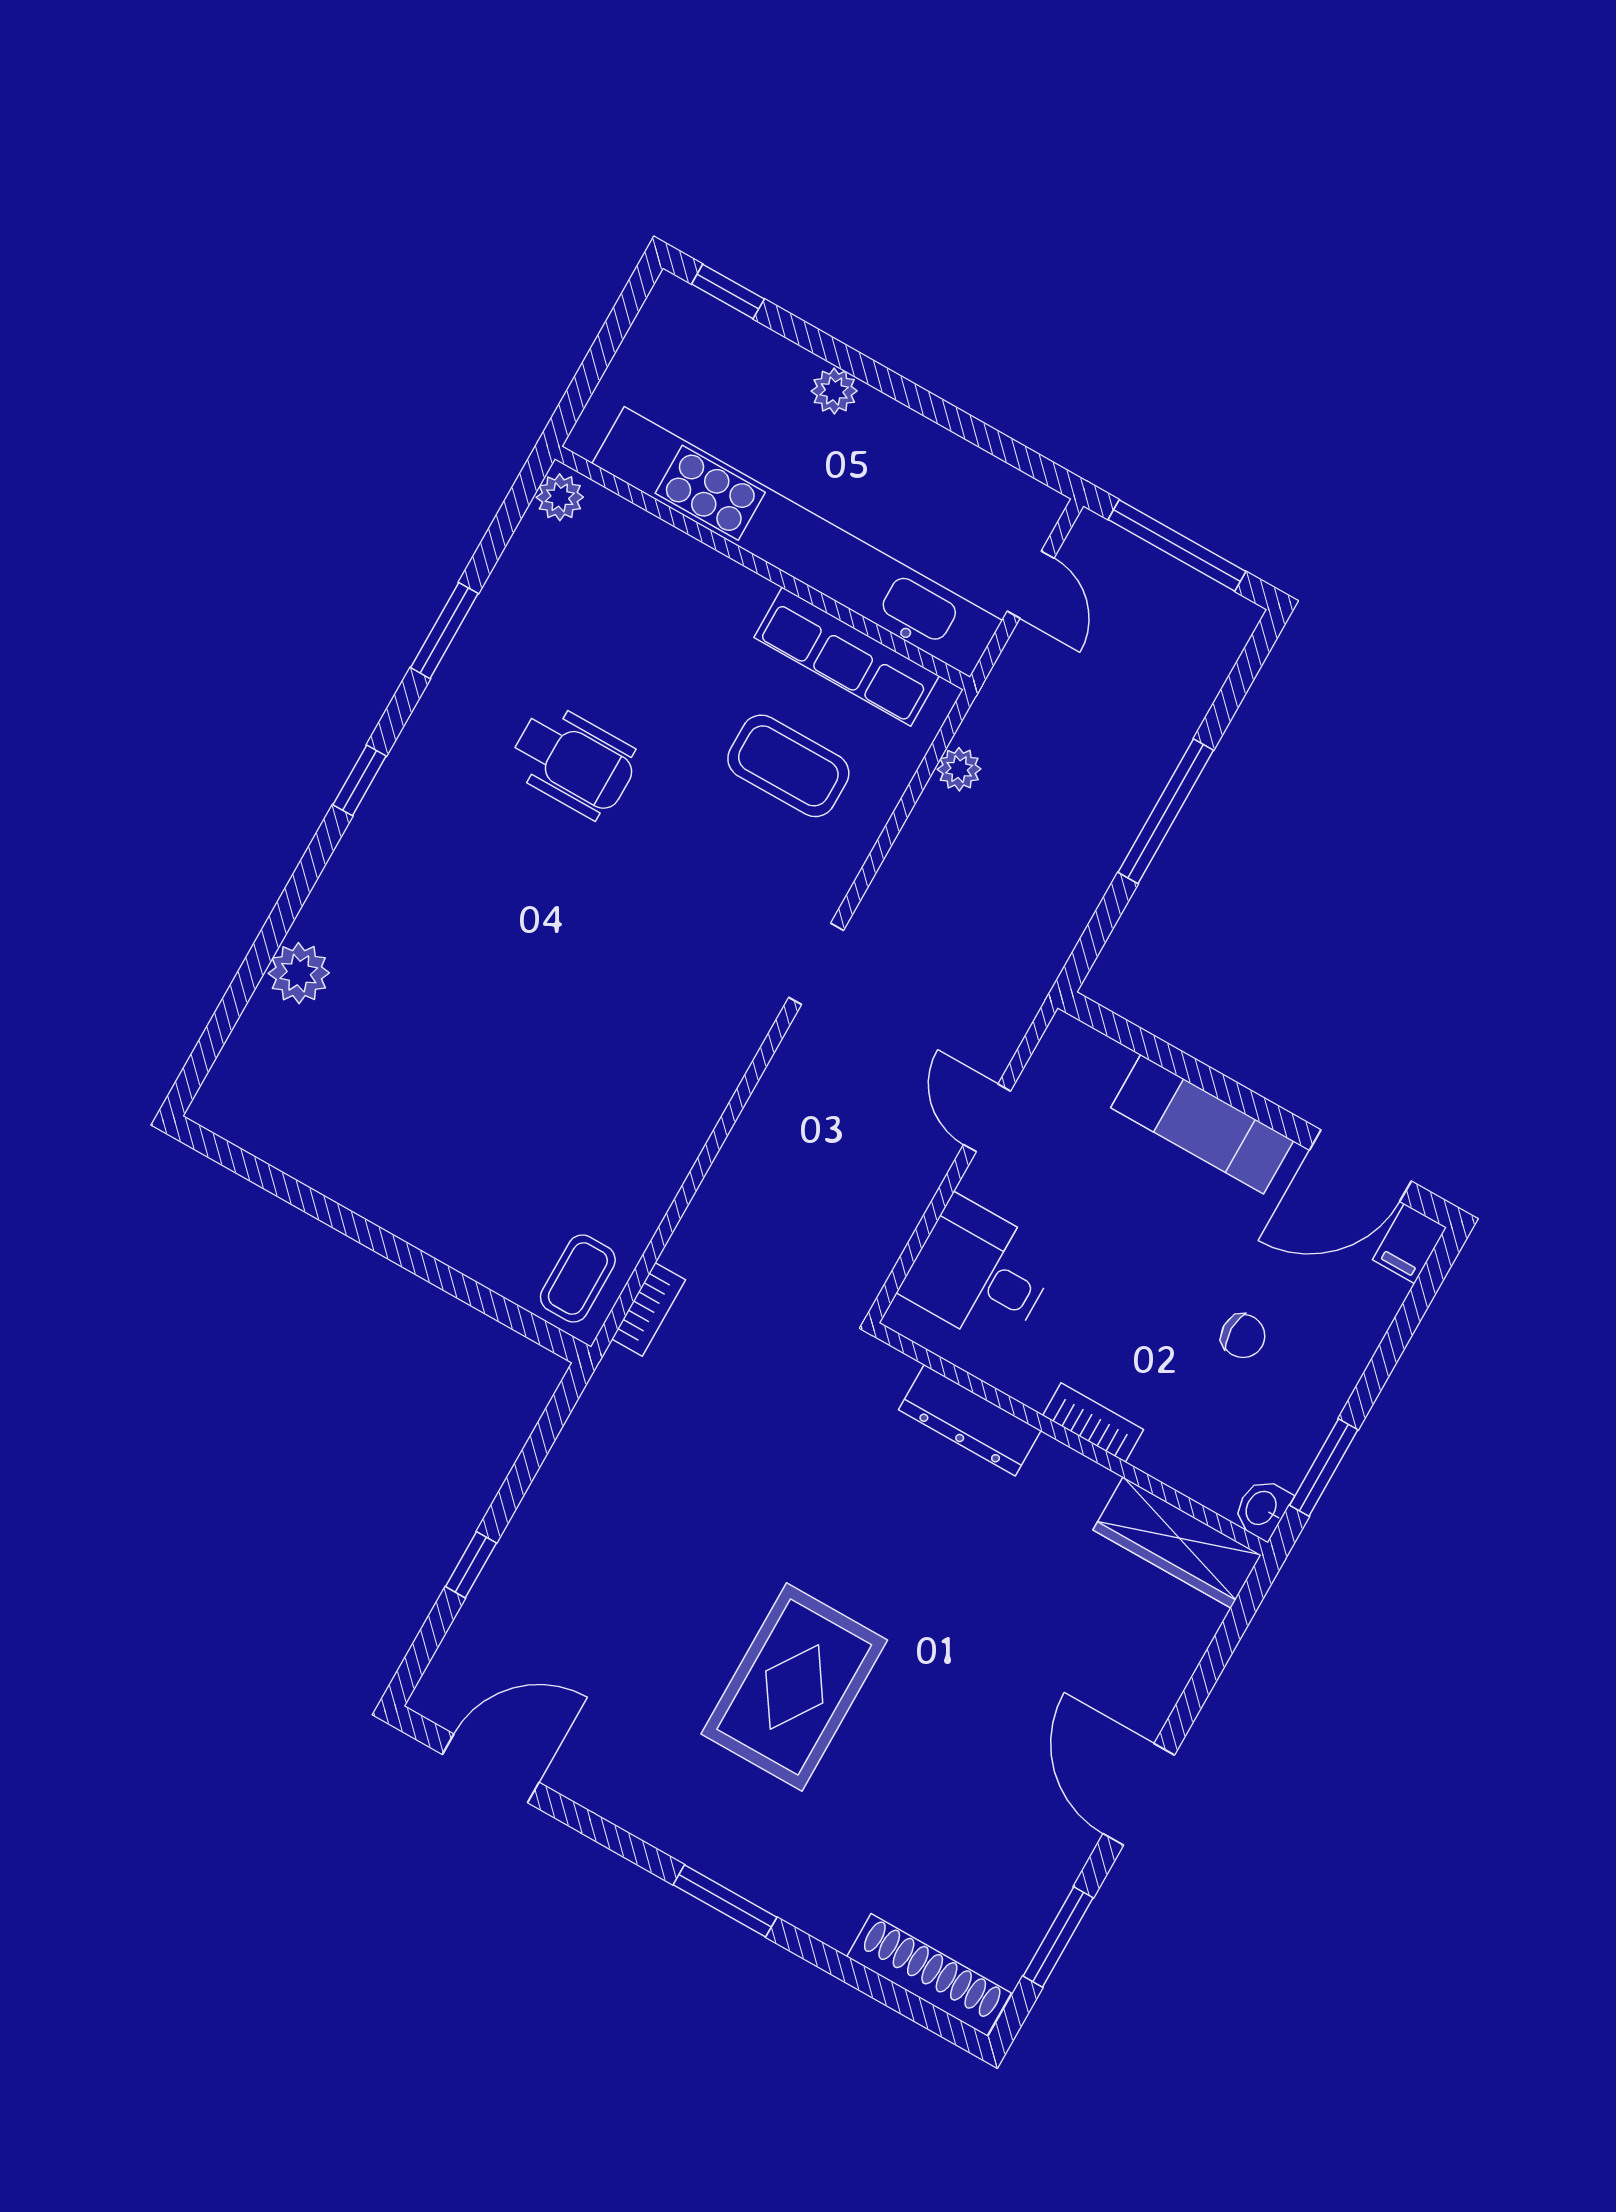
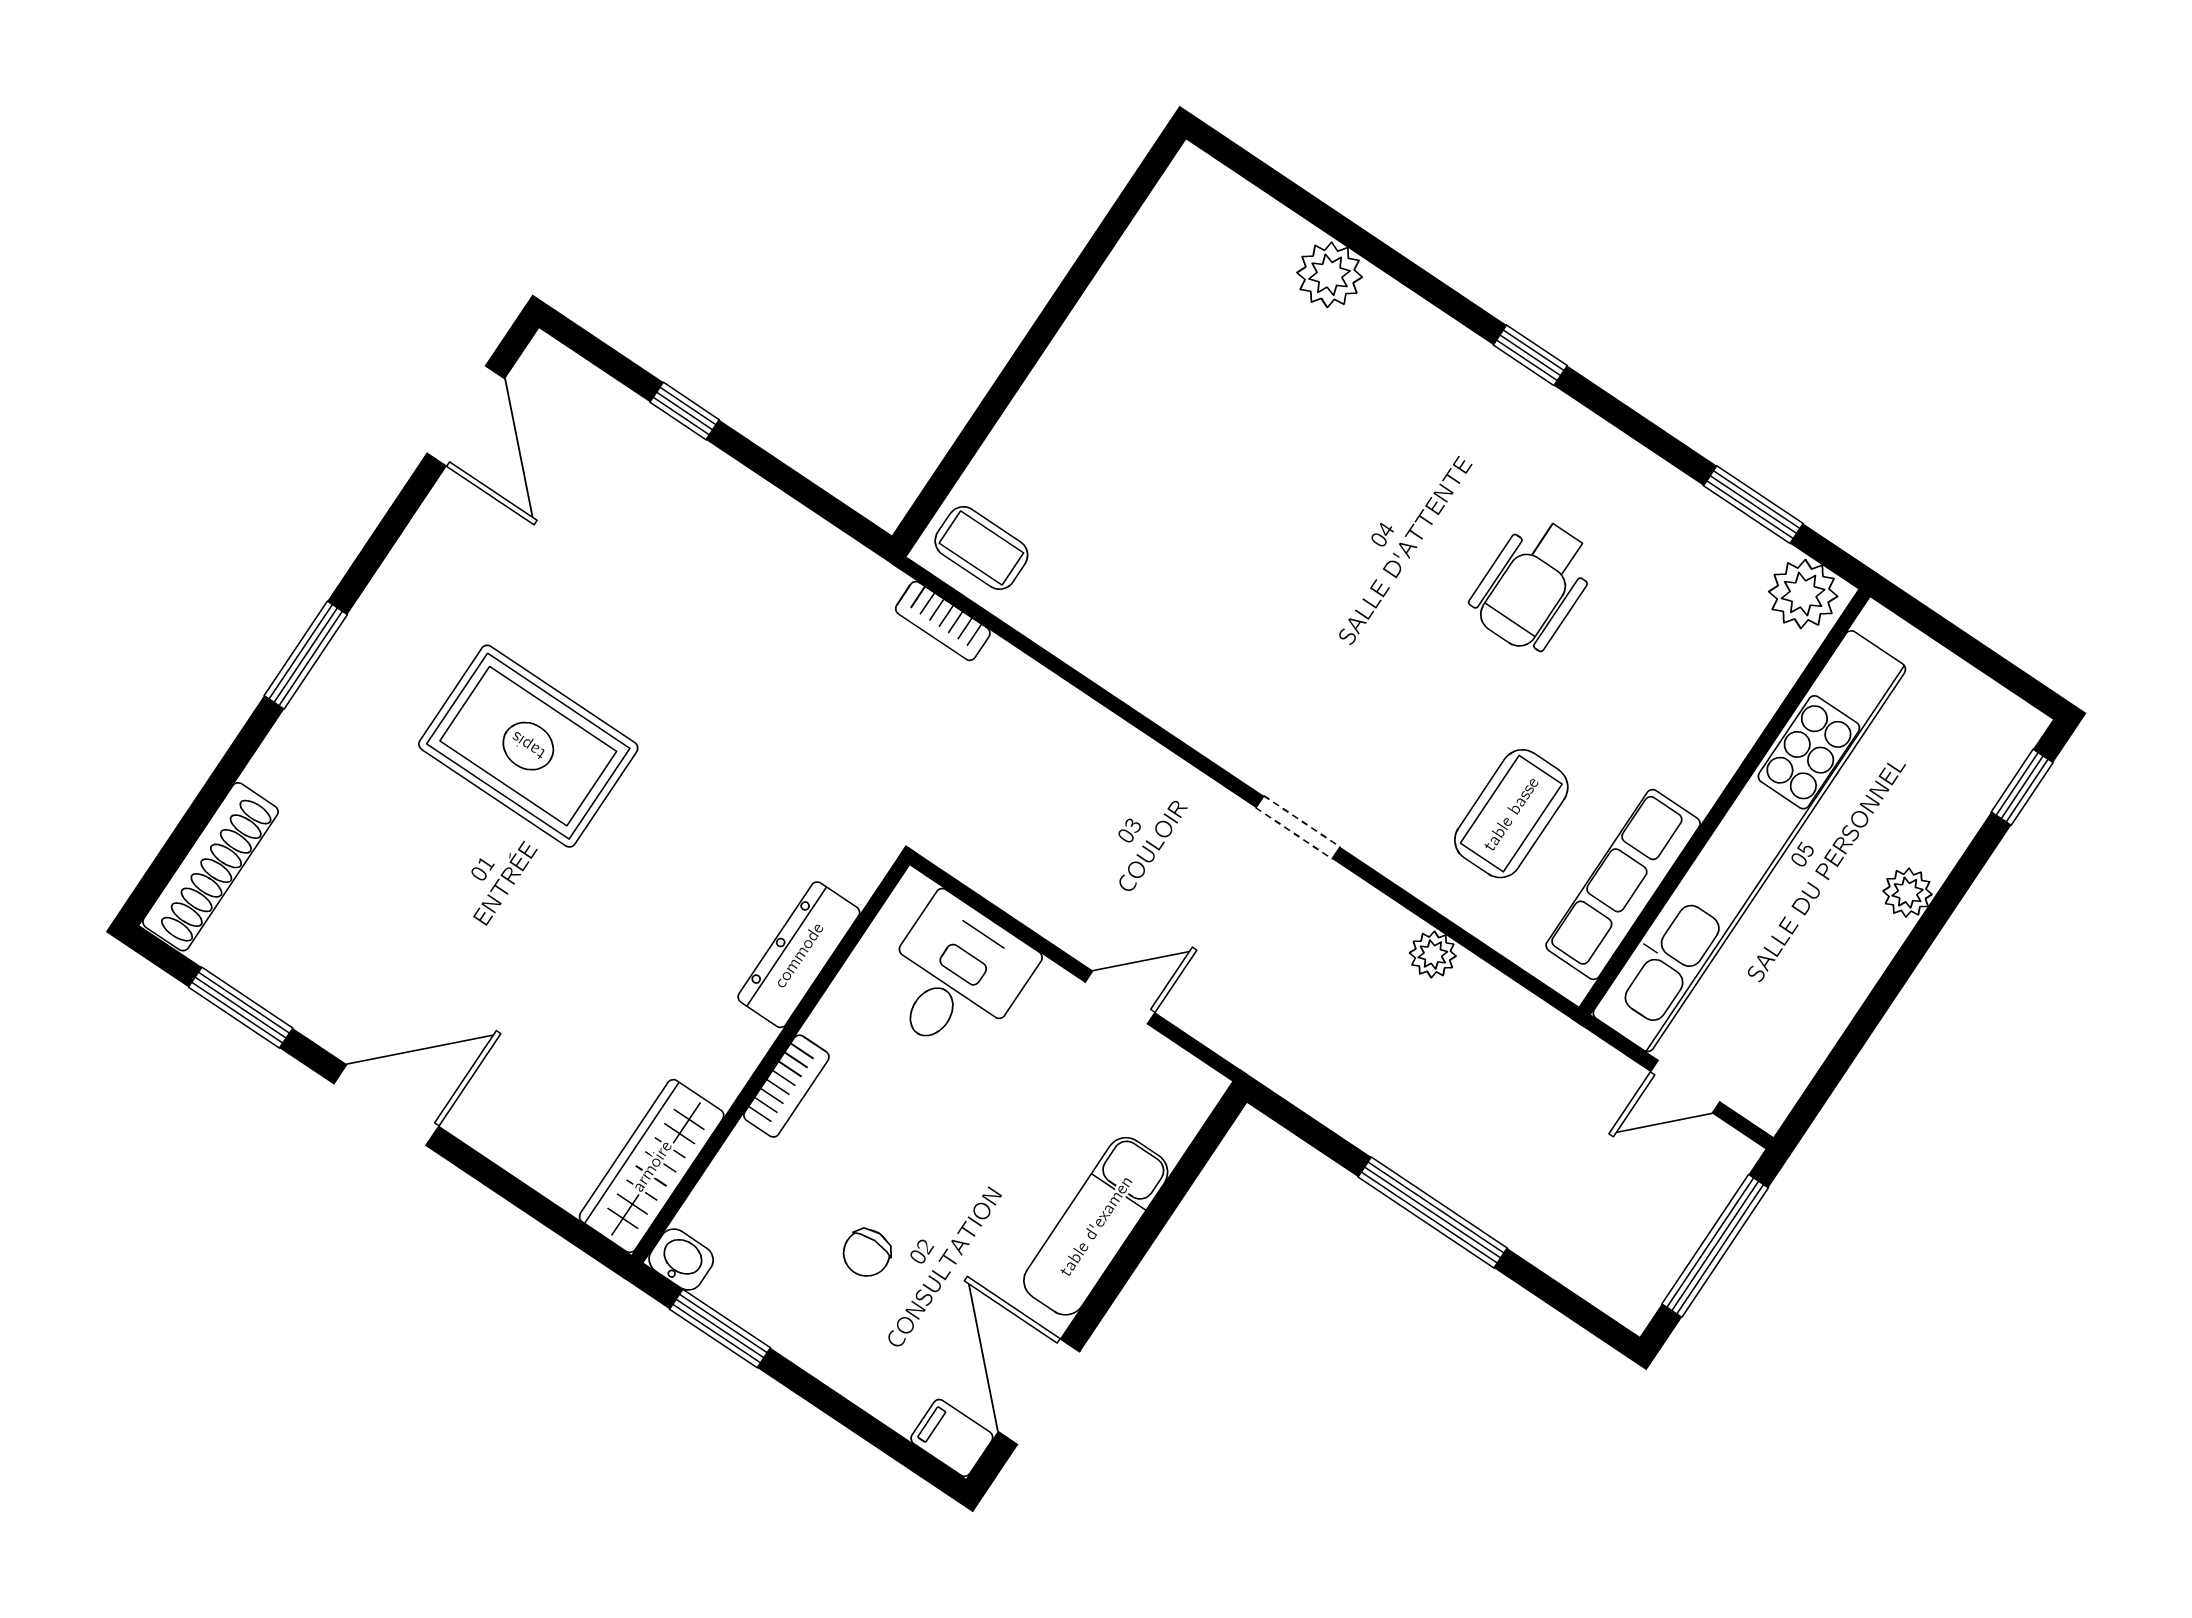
plant: (560, 497) -> (1803, 594), width x1.38, depth x1.38
window: (444, 631) -> (1753, 505), moved
plant: (959, 769) -> (1433, 955), moved

